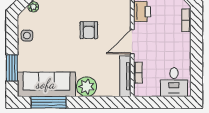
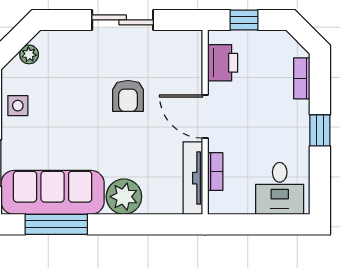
door: (132, 42) -> (205, 116), hinge flipped
window: (197, 49) -> (320, 130), added

